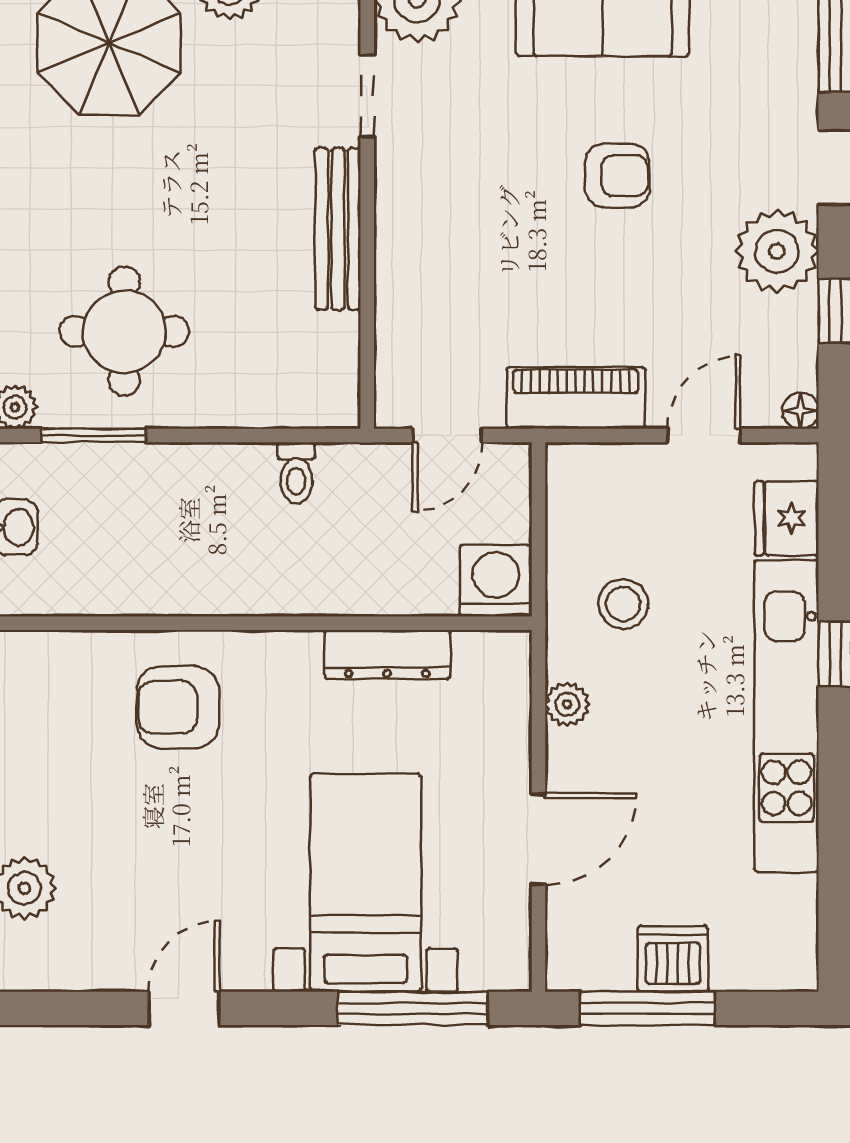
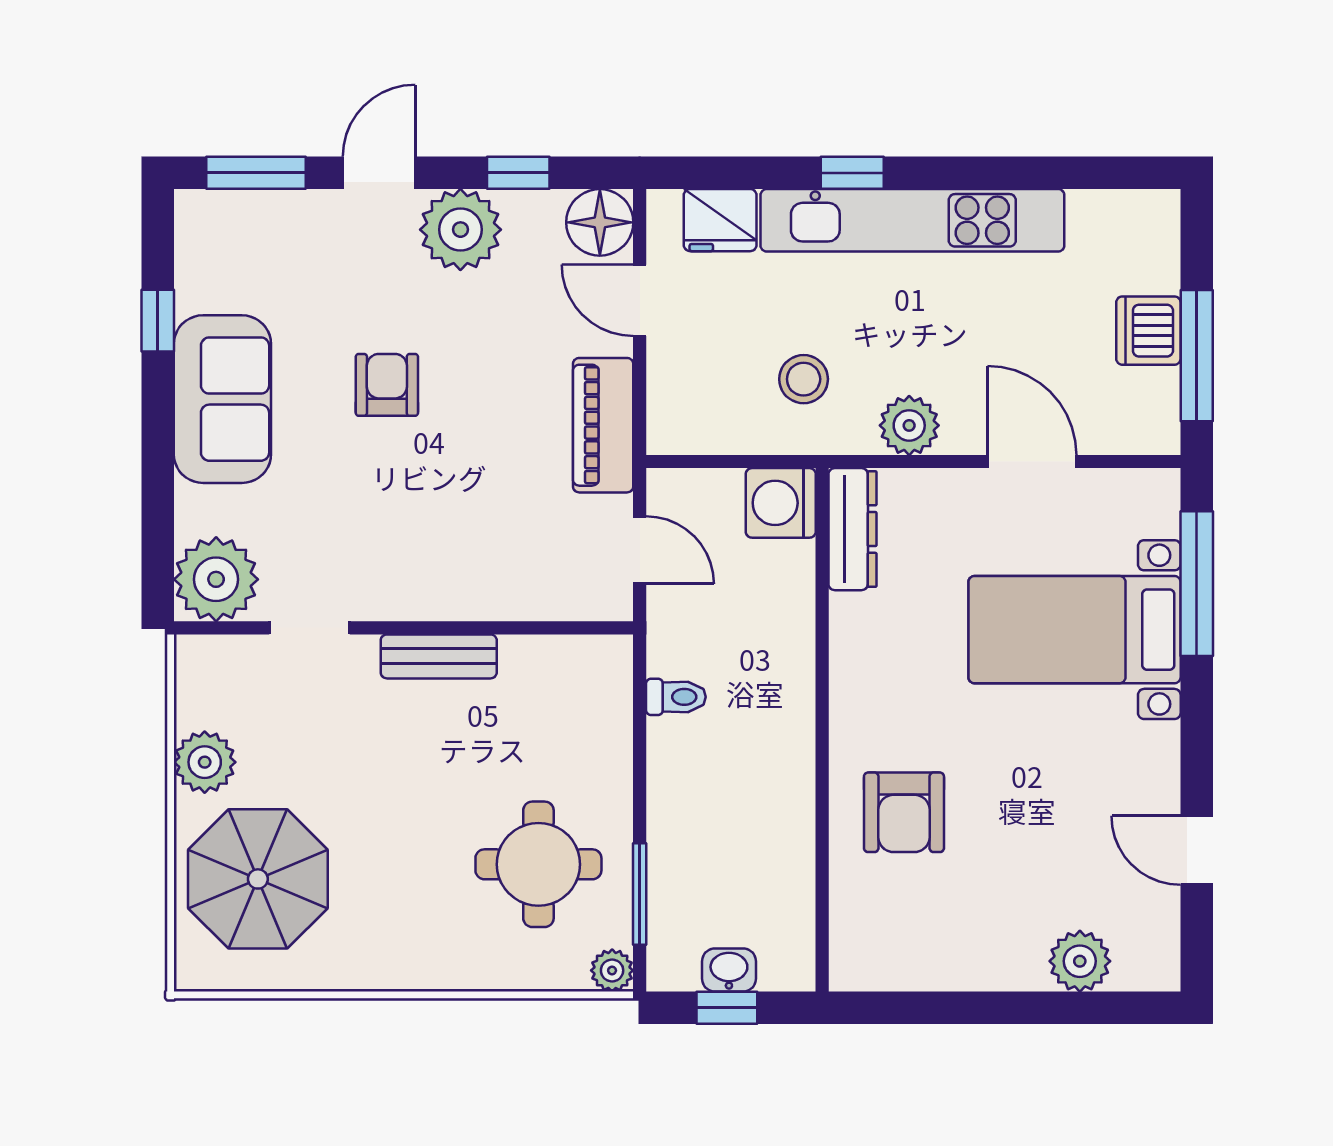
bench: (338, 229) -> (439, 656), width x0.73
floor lamp: (800, 411) -> (600, 222), width x1.89, depth x1.89
dresser: (387, 654) -> (852, 529), moved
plant: (567, 704) -> (909, 425), width x1.38, depth x1.38
door: (184, 1008) -> (1197, 850), moved

